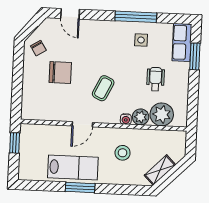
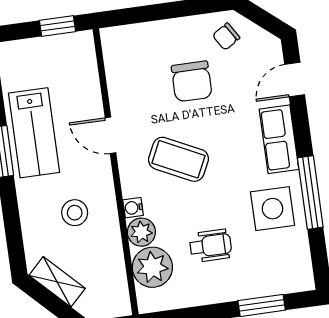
side table: (141, 40) -> (272, 209), width x1.87, depth x1.87
row of seats: (182, 42) -> (279, 139), moved, turned -90
coffee table: (103, 88) -> (179, 159), width x1.36, depth x1.30

